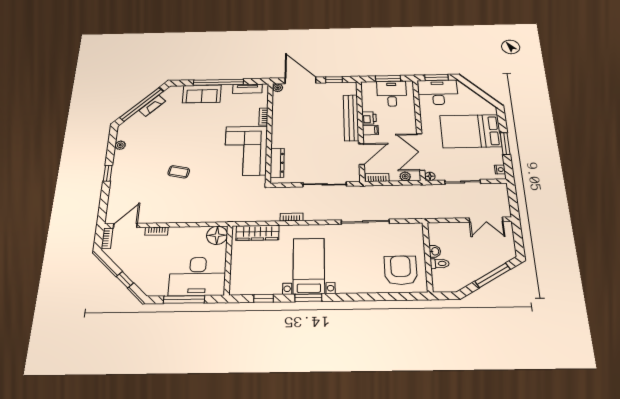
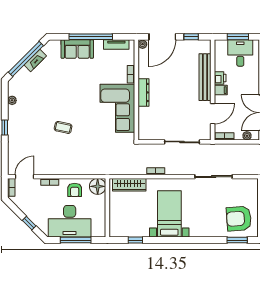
door: (301, 80) -> (162, 37), swing flipped
dresser: (277, 163) -> (143, 92), moved
armchair: (187, 240) -> (75, 190), added
armchair: (401, 270) -> (239, 219), turned -94
desk: (197, 276) -> (70, 221), moved
window: (308, 298) -> (237, 240), moved

